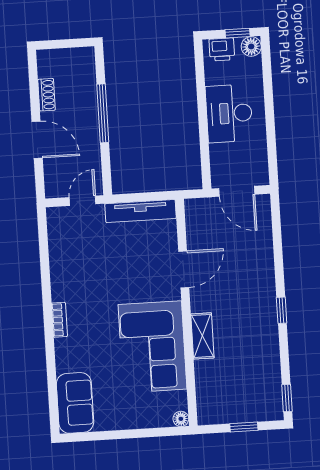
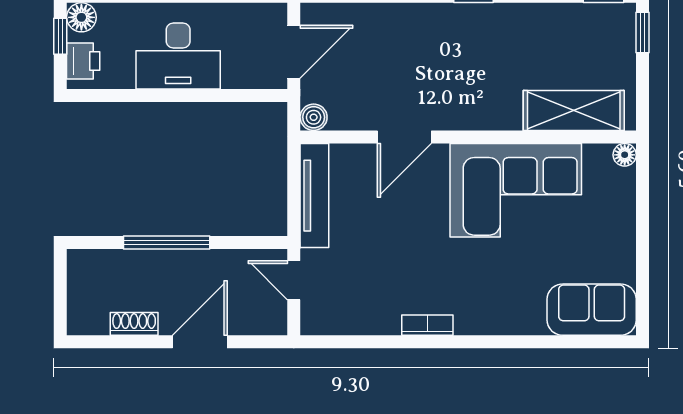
boiler: (193, 207) -> (314, 117), added
door: (184, 269) -> (404, 137), swing flipped
bookcase: (59, 320) -> (427, 325), moved
shelving: (202, 336) -> (574, 110), moved, width x1.50, depth x1.33
window: (244, 427) -> (642, 32), moved

